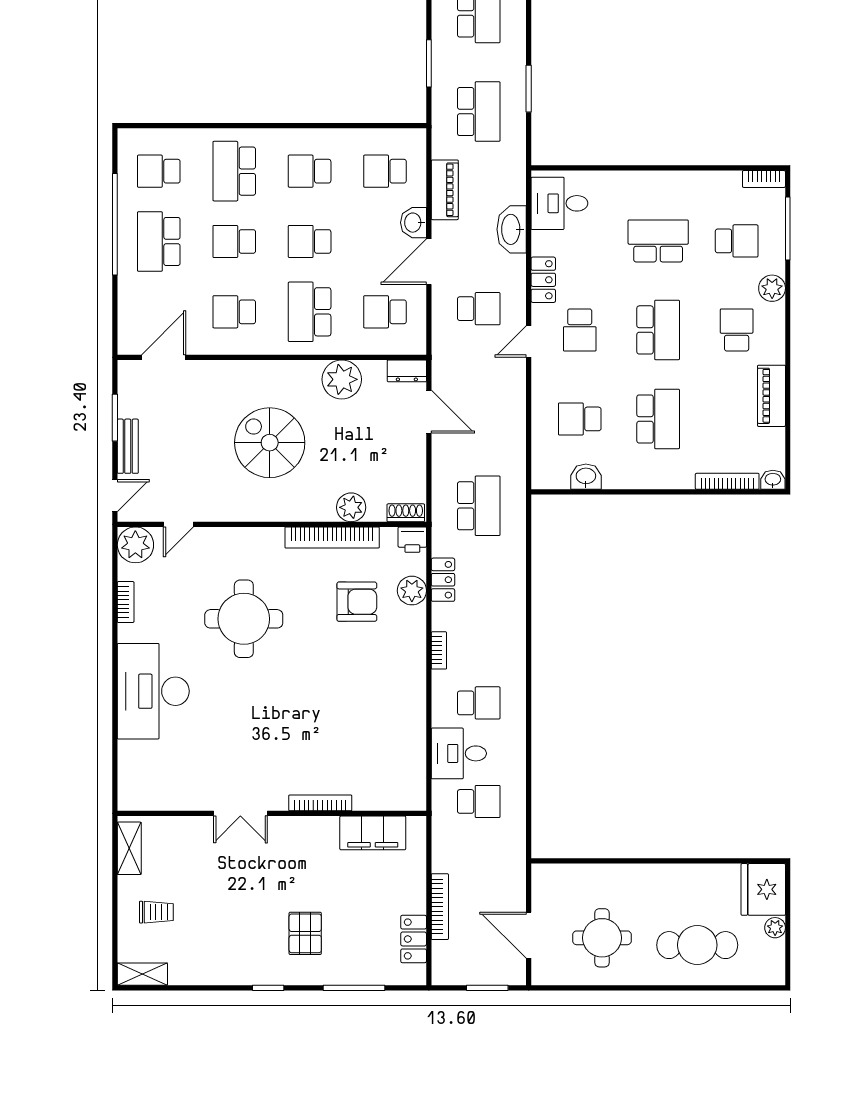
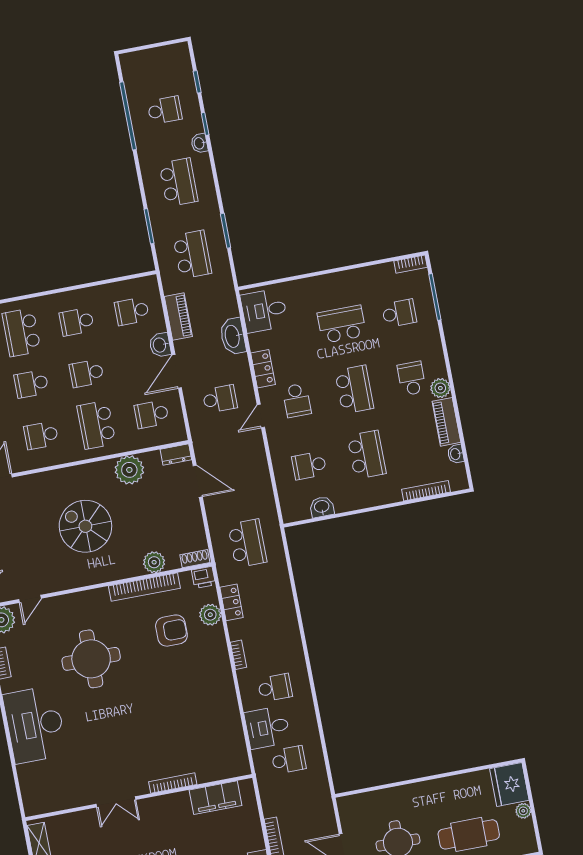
plant: (772, 288) -> (440, 388), moved
washbasin: (773, 480) -> (456, 454), moved, turned -90

